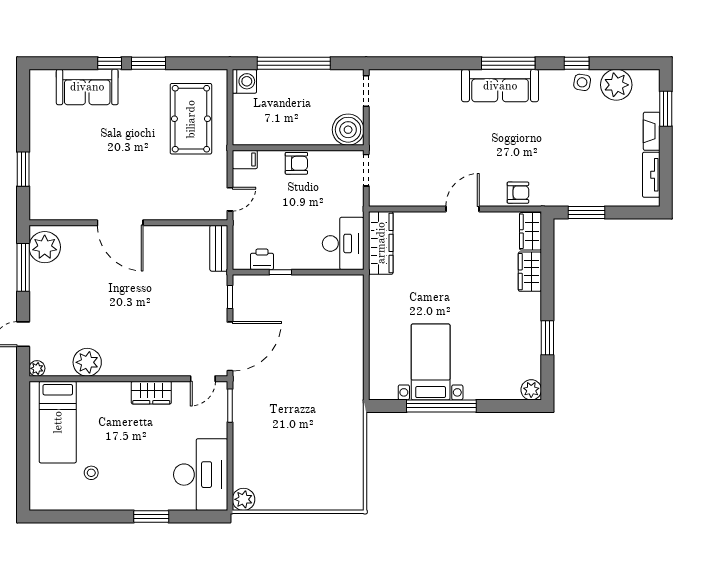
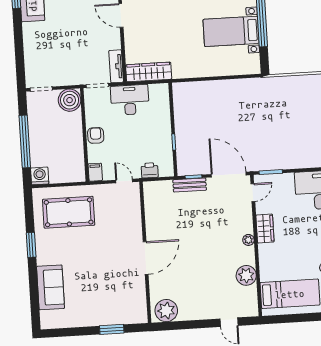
window: (110, 63) -> (33, 272), removed
tv unit: (391, 198) -> (116, 66), added
desk: (343, 243) -> (130, 100), moved
bench: (219, 248) -> (190, 185), moved
printer: (262, 259) -> (150, 170), moved, turned 90
window: (23, 267) -> (182, 325), removed
plant: (37, 368) -> (248, 240), moved
door: (203, 379) -> (253, 193), hinge flipped

